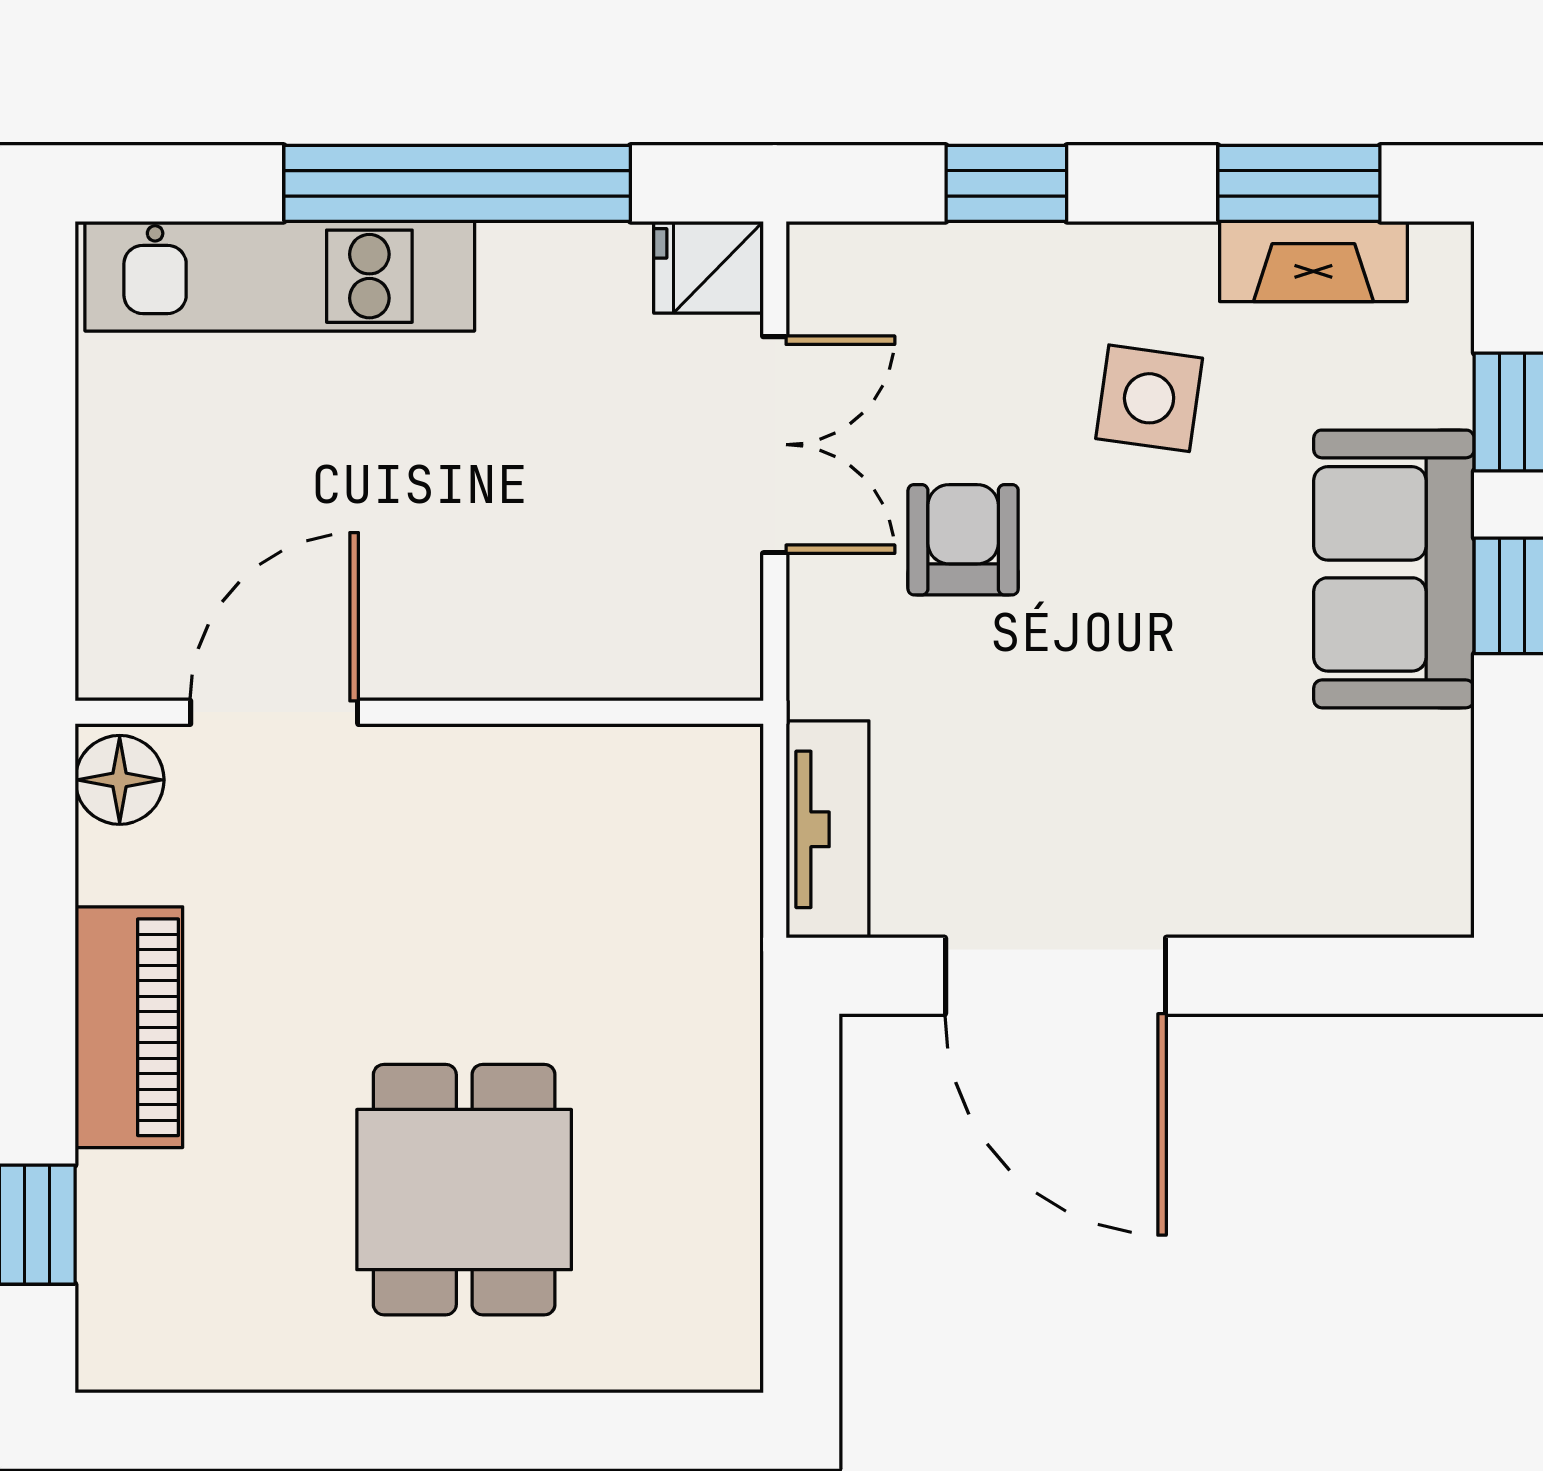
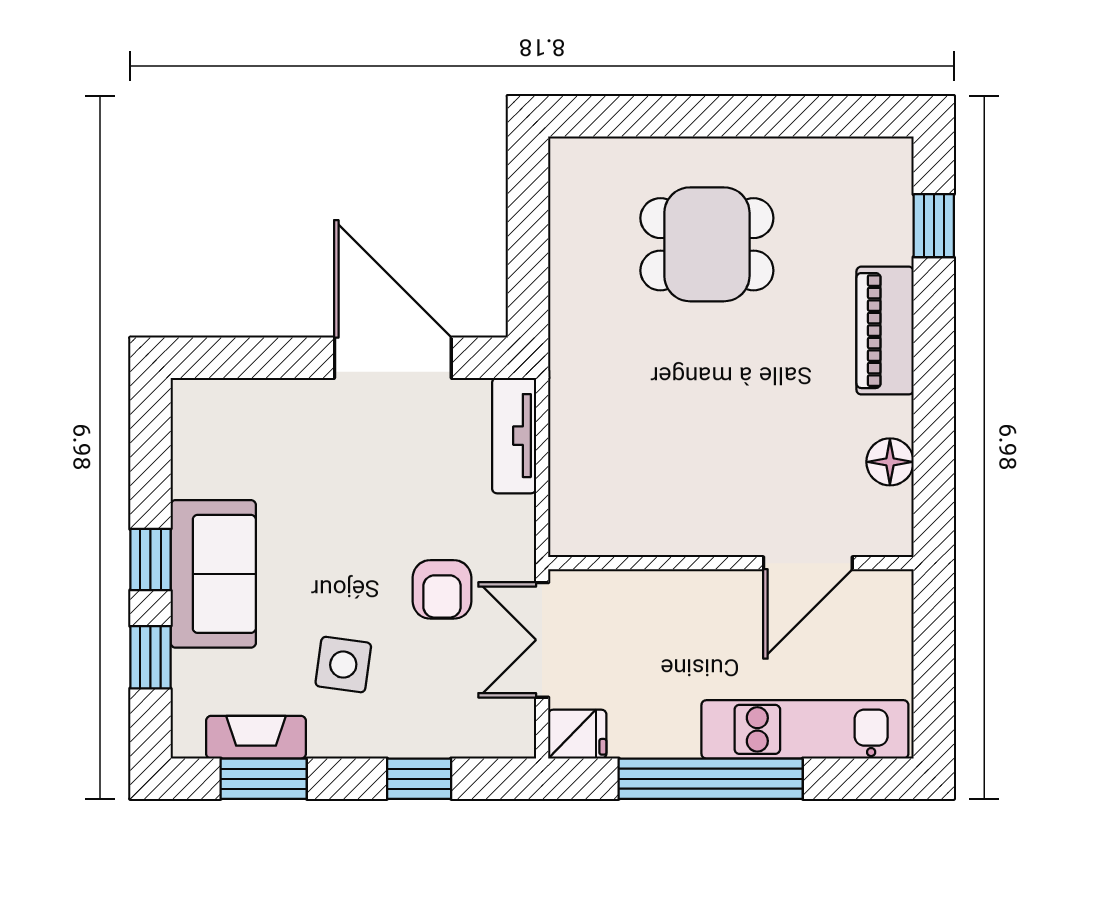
door: (274, 712) -> (808, 563), moved
wall: (419, 712) -> (731, 563), moved
dining table: (464, 1190) -> (707, 244), turned 90

